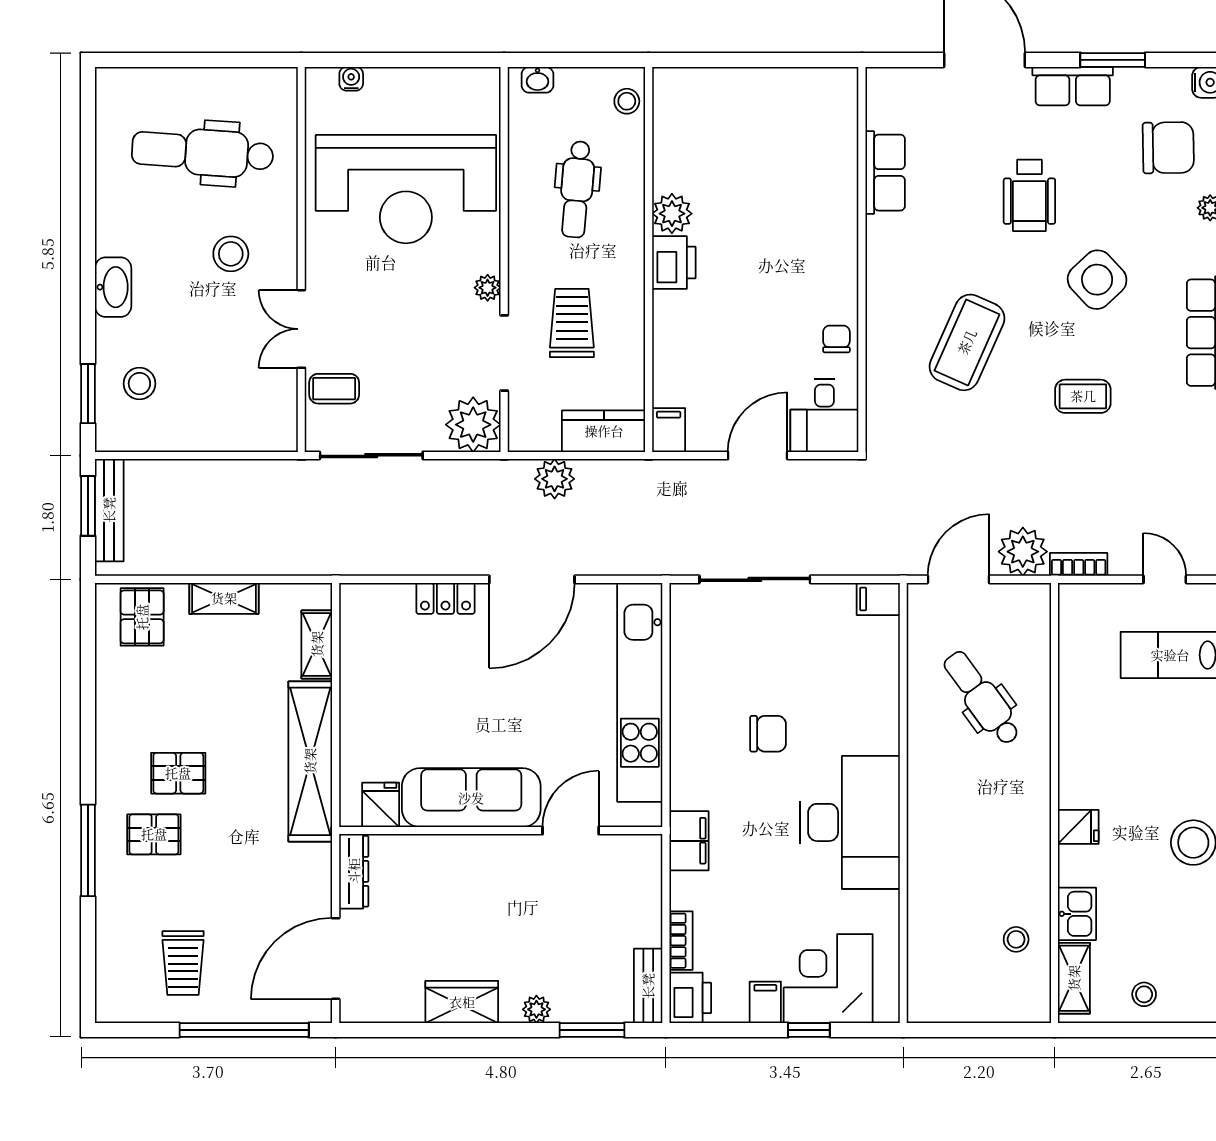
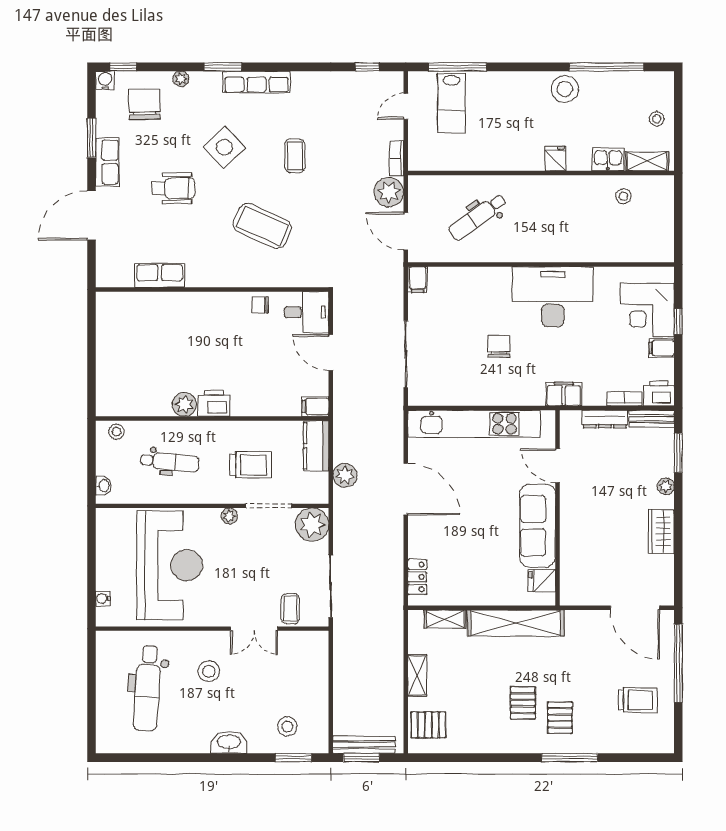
trolley: (572, 323) -> (251, 465), turned 180
locker: (445, 598) -> (417, 577), moved
dresser: (354, 871) -> (605, 419), moved, turned 180

